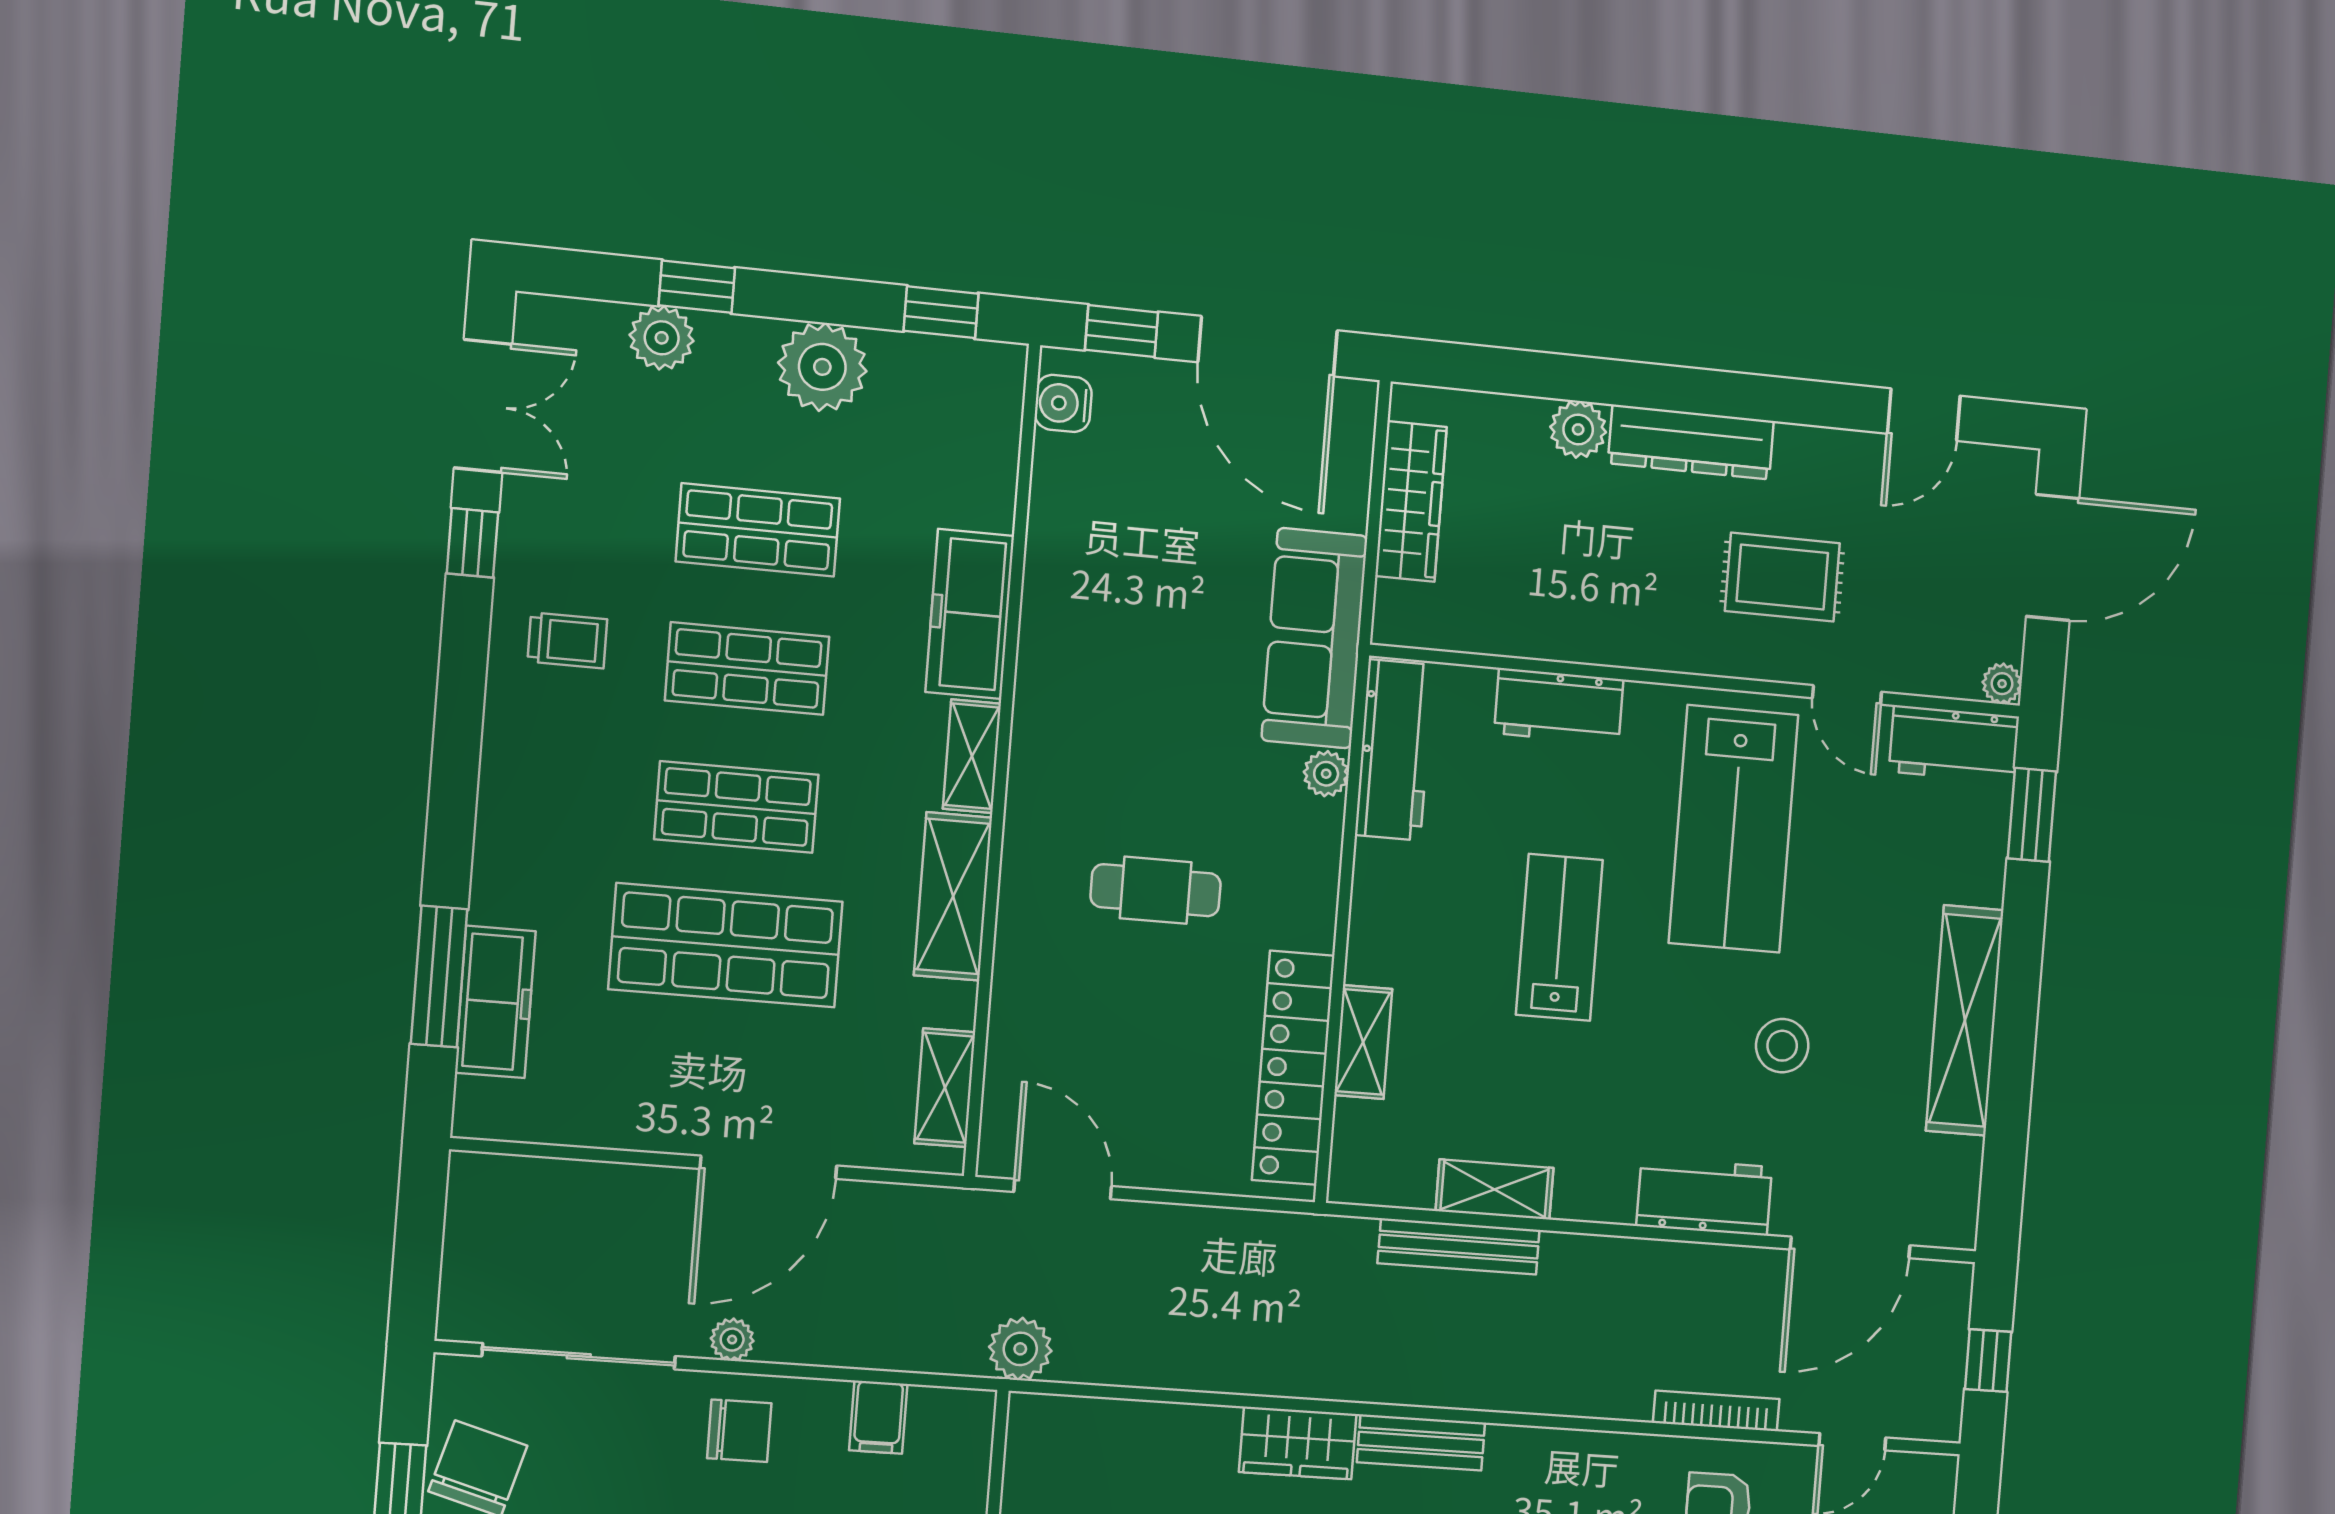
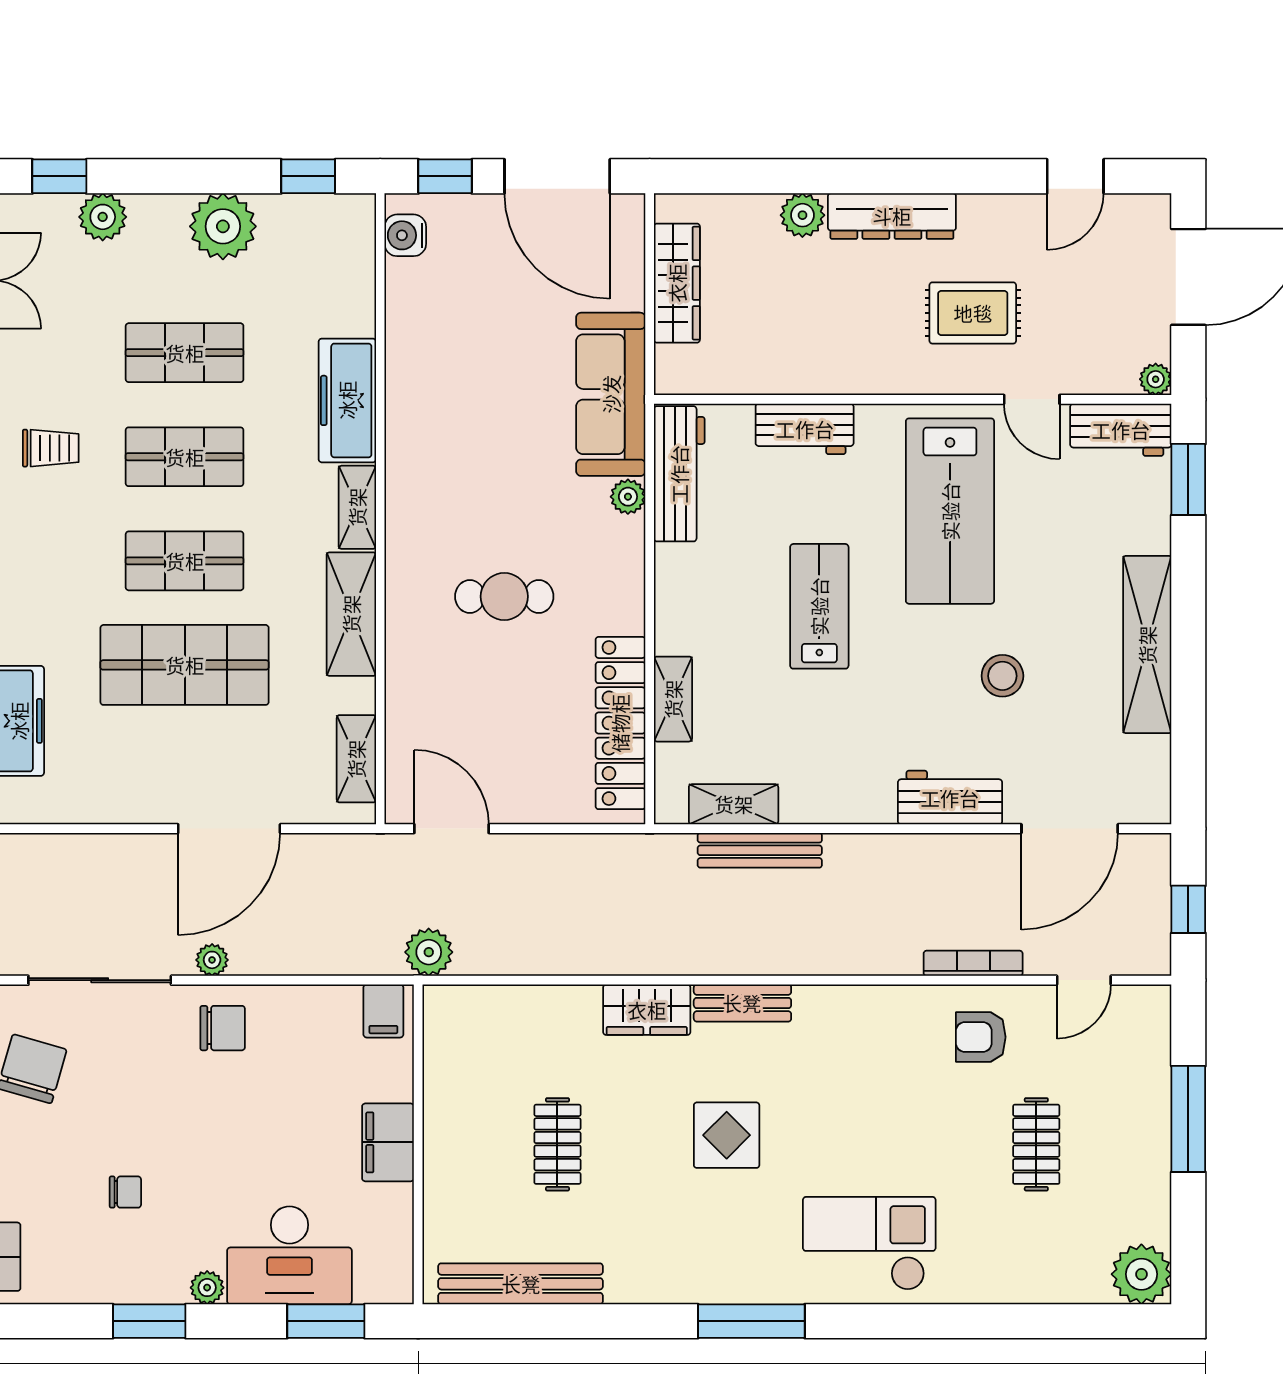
window: (697, 287) -> (59, 176), moved
shelving: (1495, 1189) -> (734, 804), moved
filing cabinet: (878, 1417) -> (383, 1011), moved

